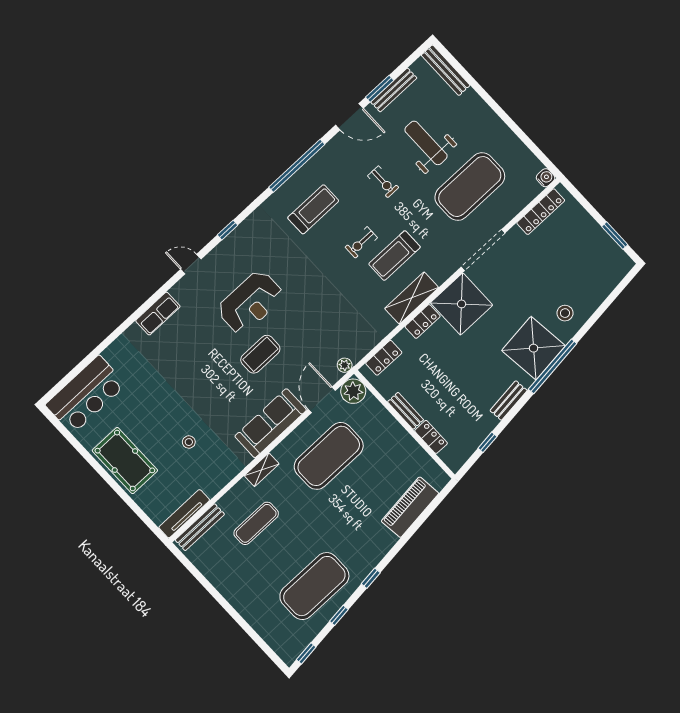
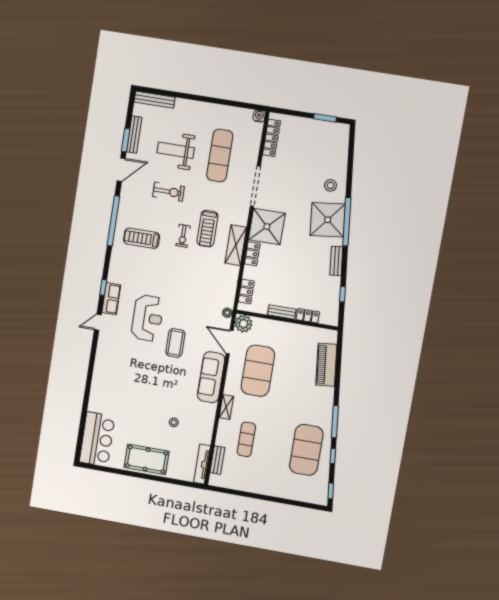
exercise bike: (383, 182) -> (169, 192), width x1.38, depth x1.39
exercise mat: (470, 187) -> (220, 156), width x0.68
treadmill: (313, 209) -> (142, 238), turned -90
row of seats: (158, 314) -> (111, 299), moved
bench: (200, 527) -> (217, 460), width x0.73
window: (371, 578) -> (335, 422), width x2.17

